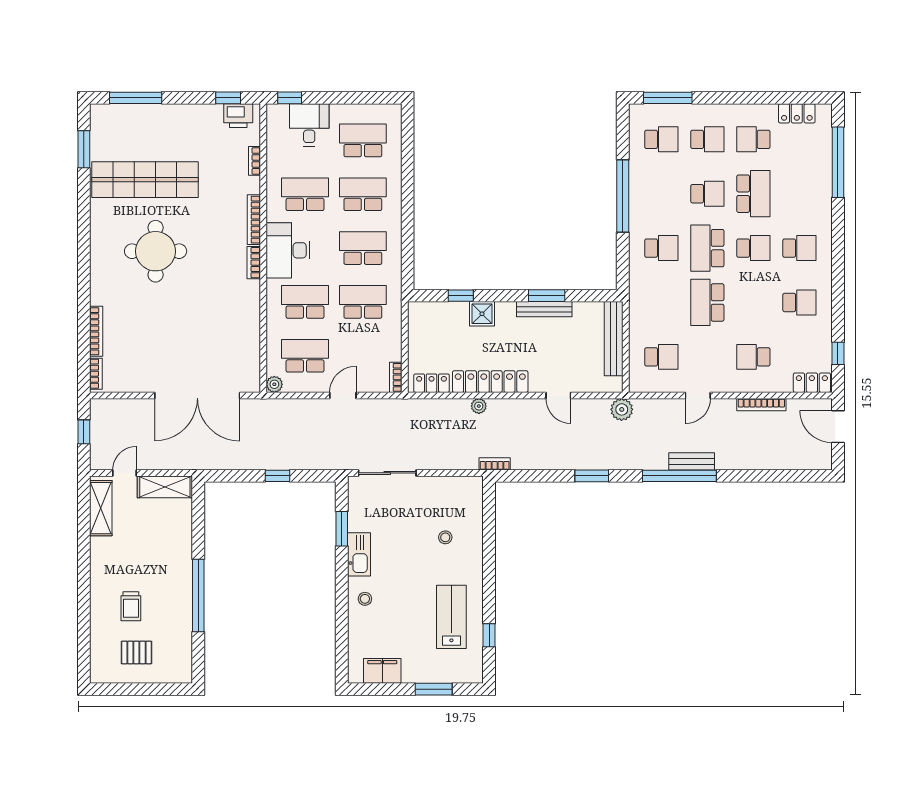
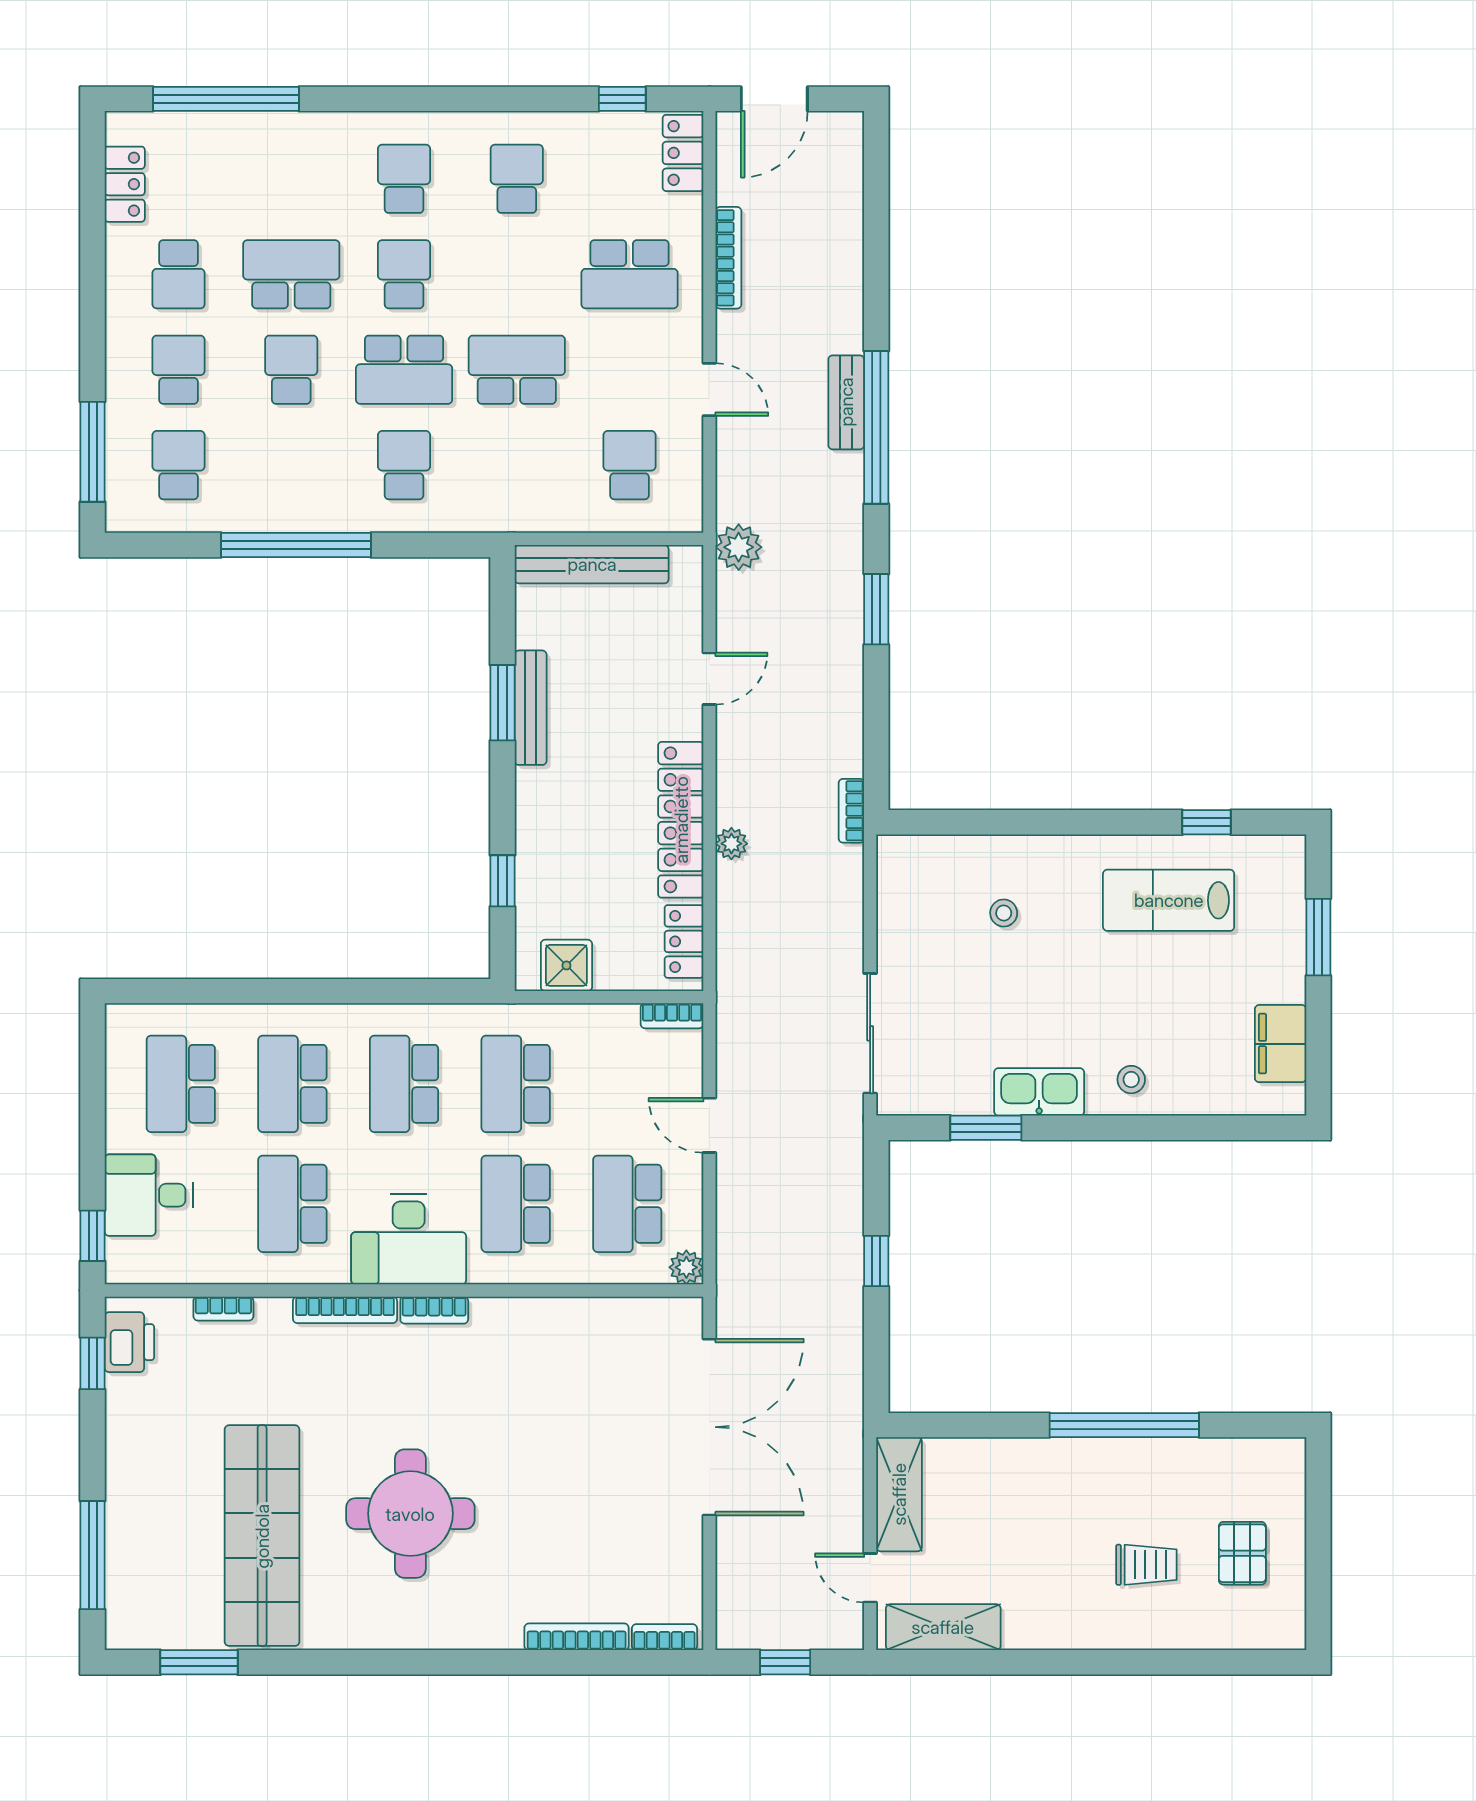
school desk: (707, 302) -> (517, 370), turned 180
shower: (482, 314) -> (566, 965), moved
school desk: (753, 357) -> (630, 274), width x1.85

